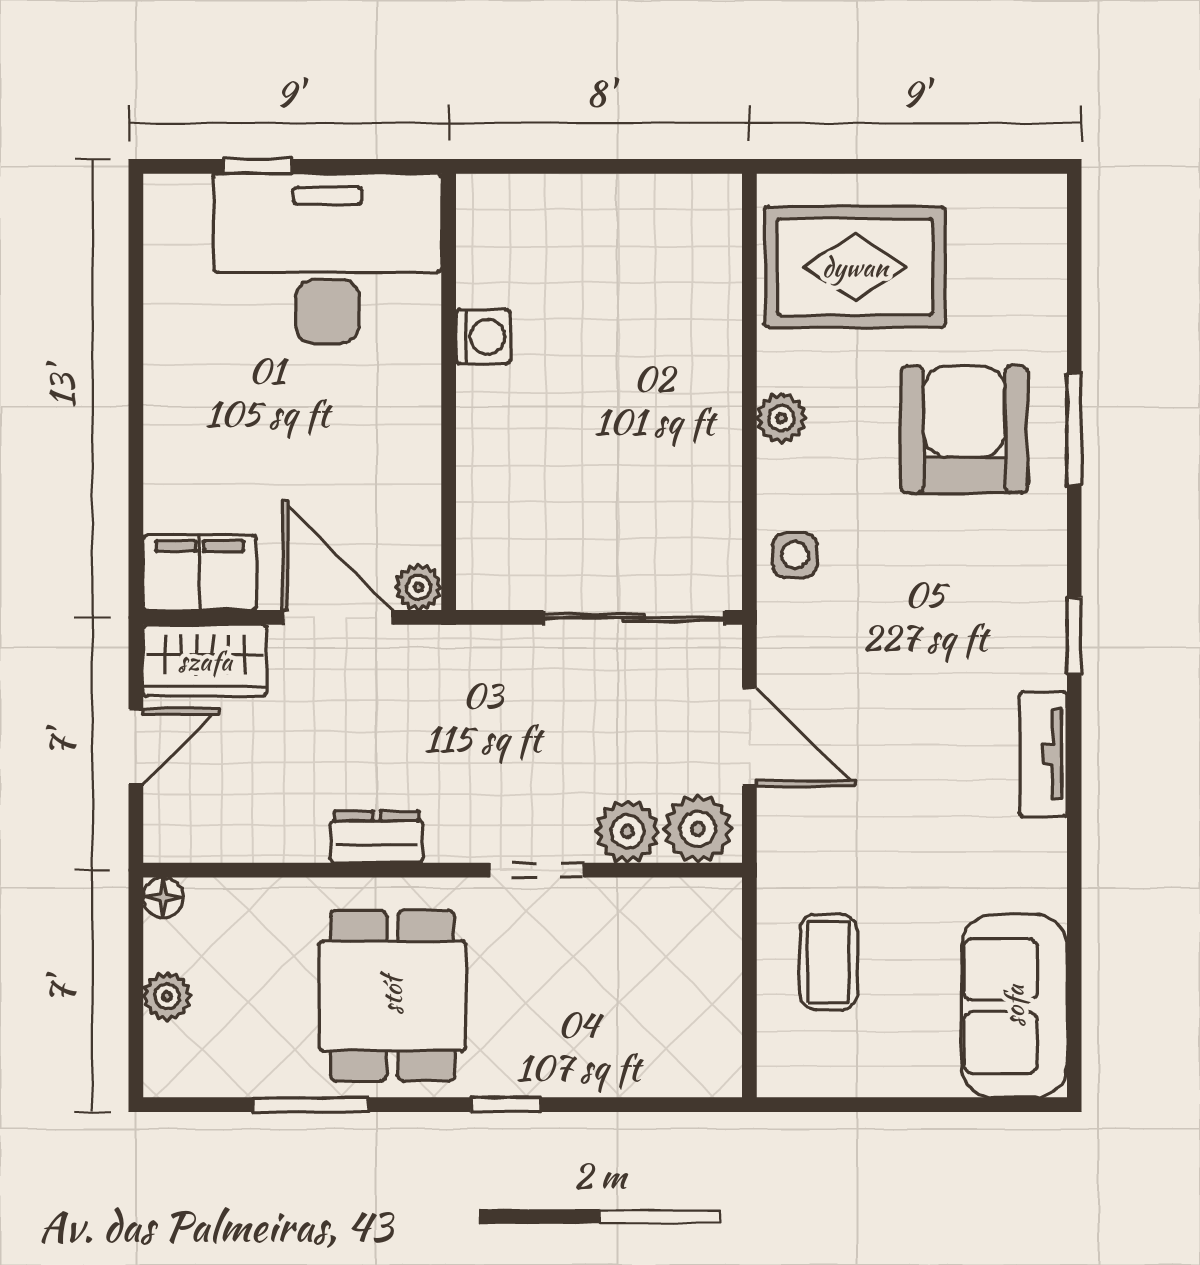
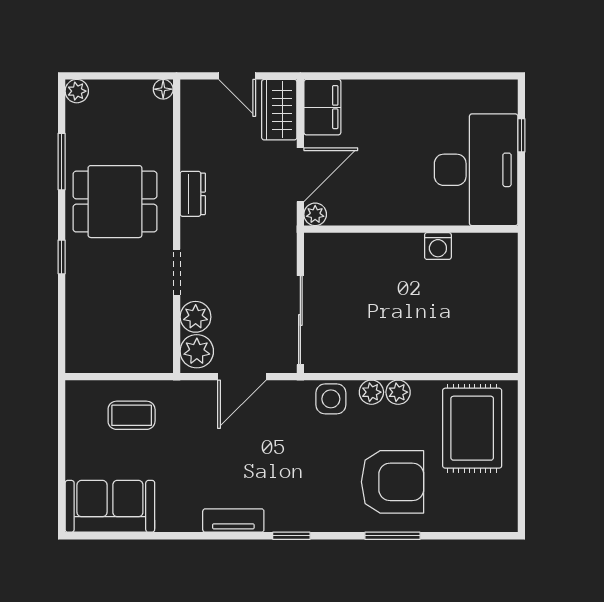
plant: (781, 472) -> (371, 392), added
side table: (795, 555) -> (331, 399), width x1.37, depth x1.37
plant: (167, 996) -> (77, 91), moved

